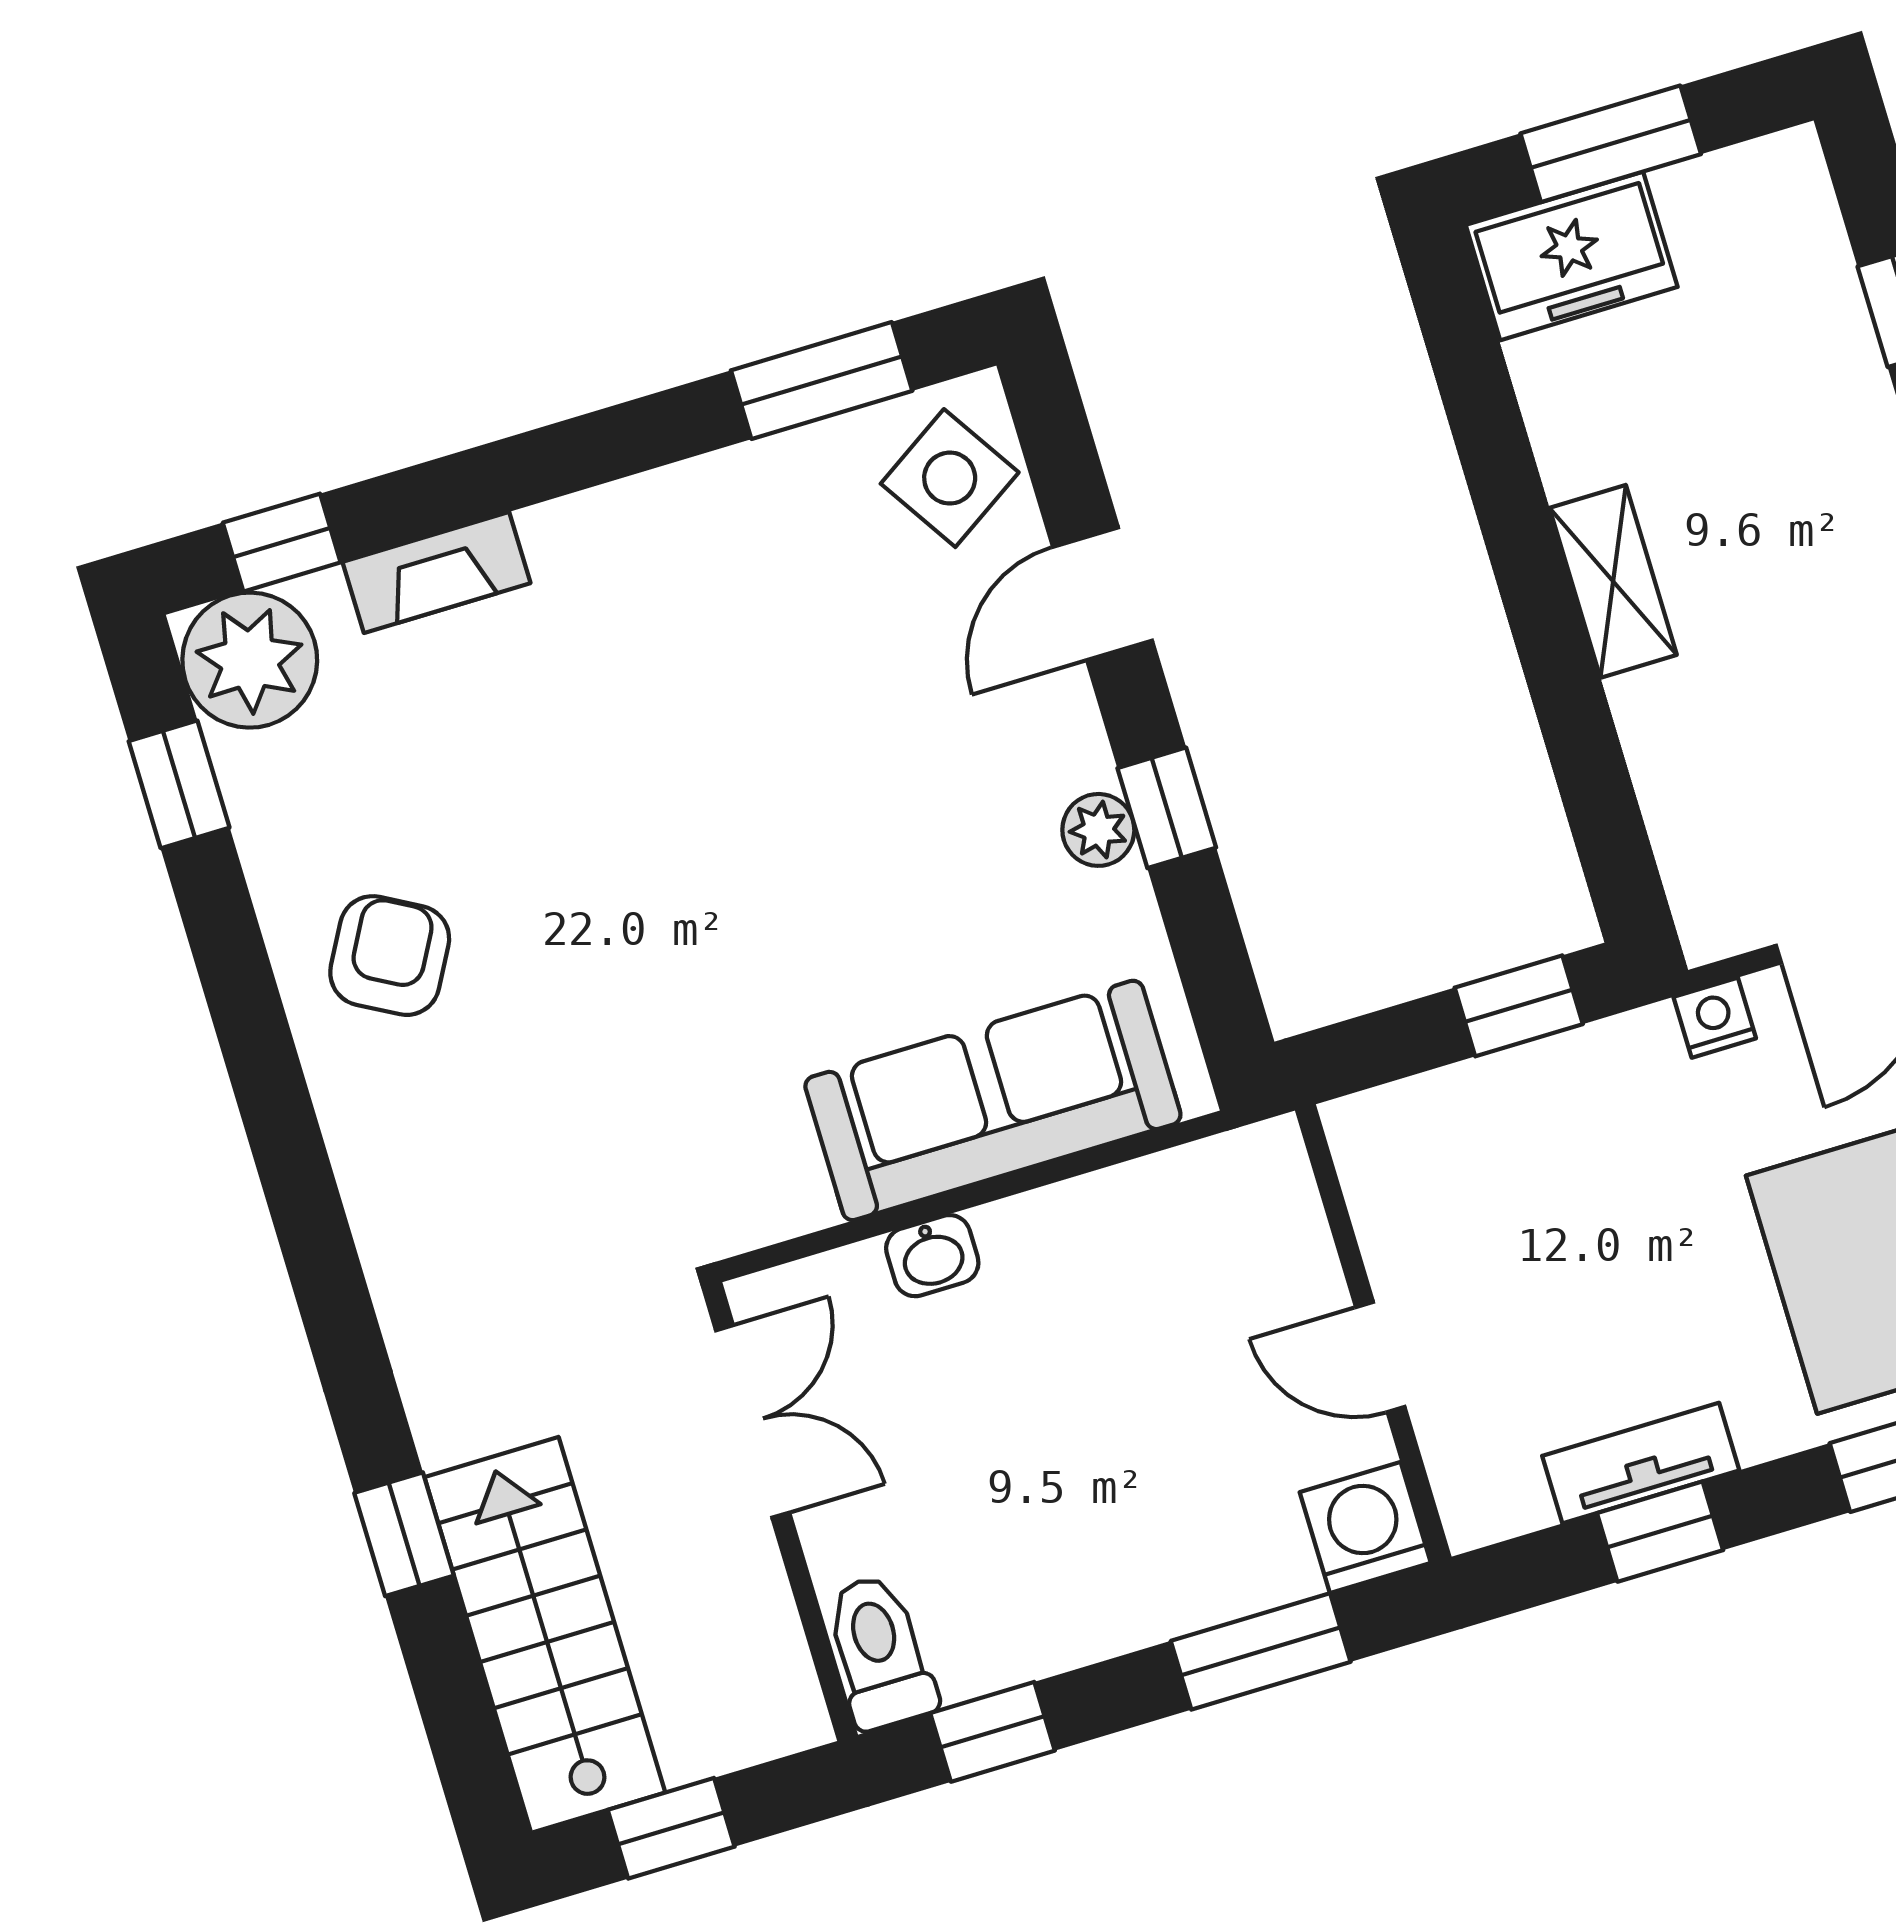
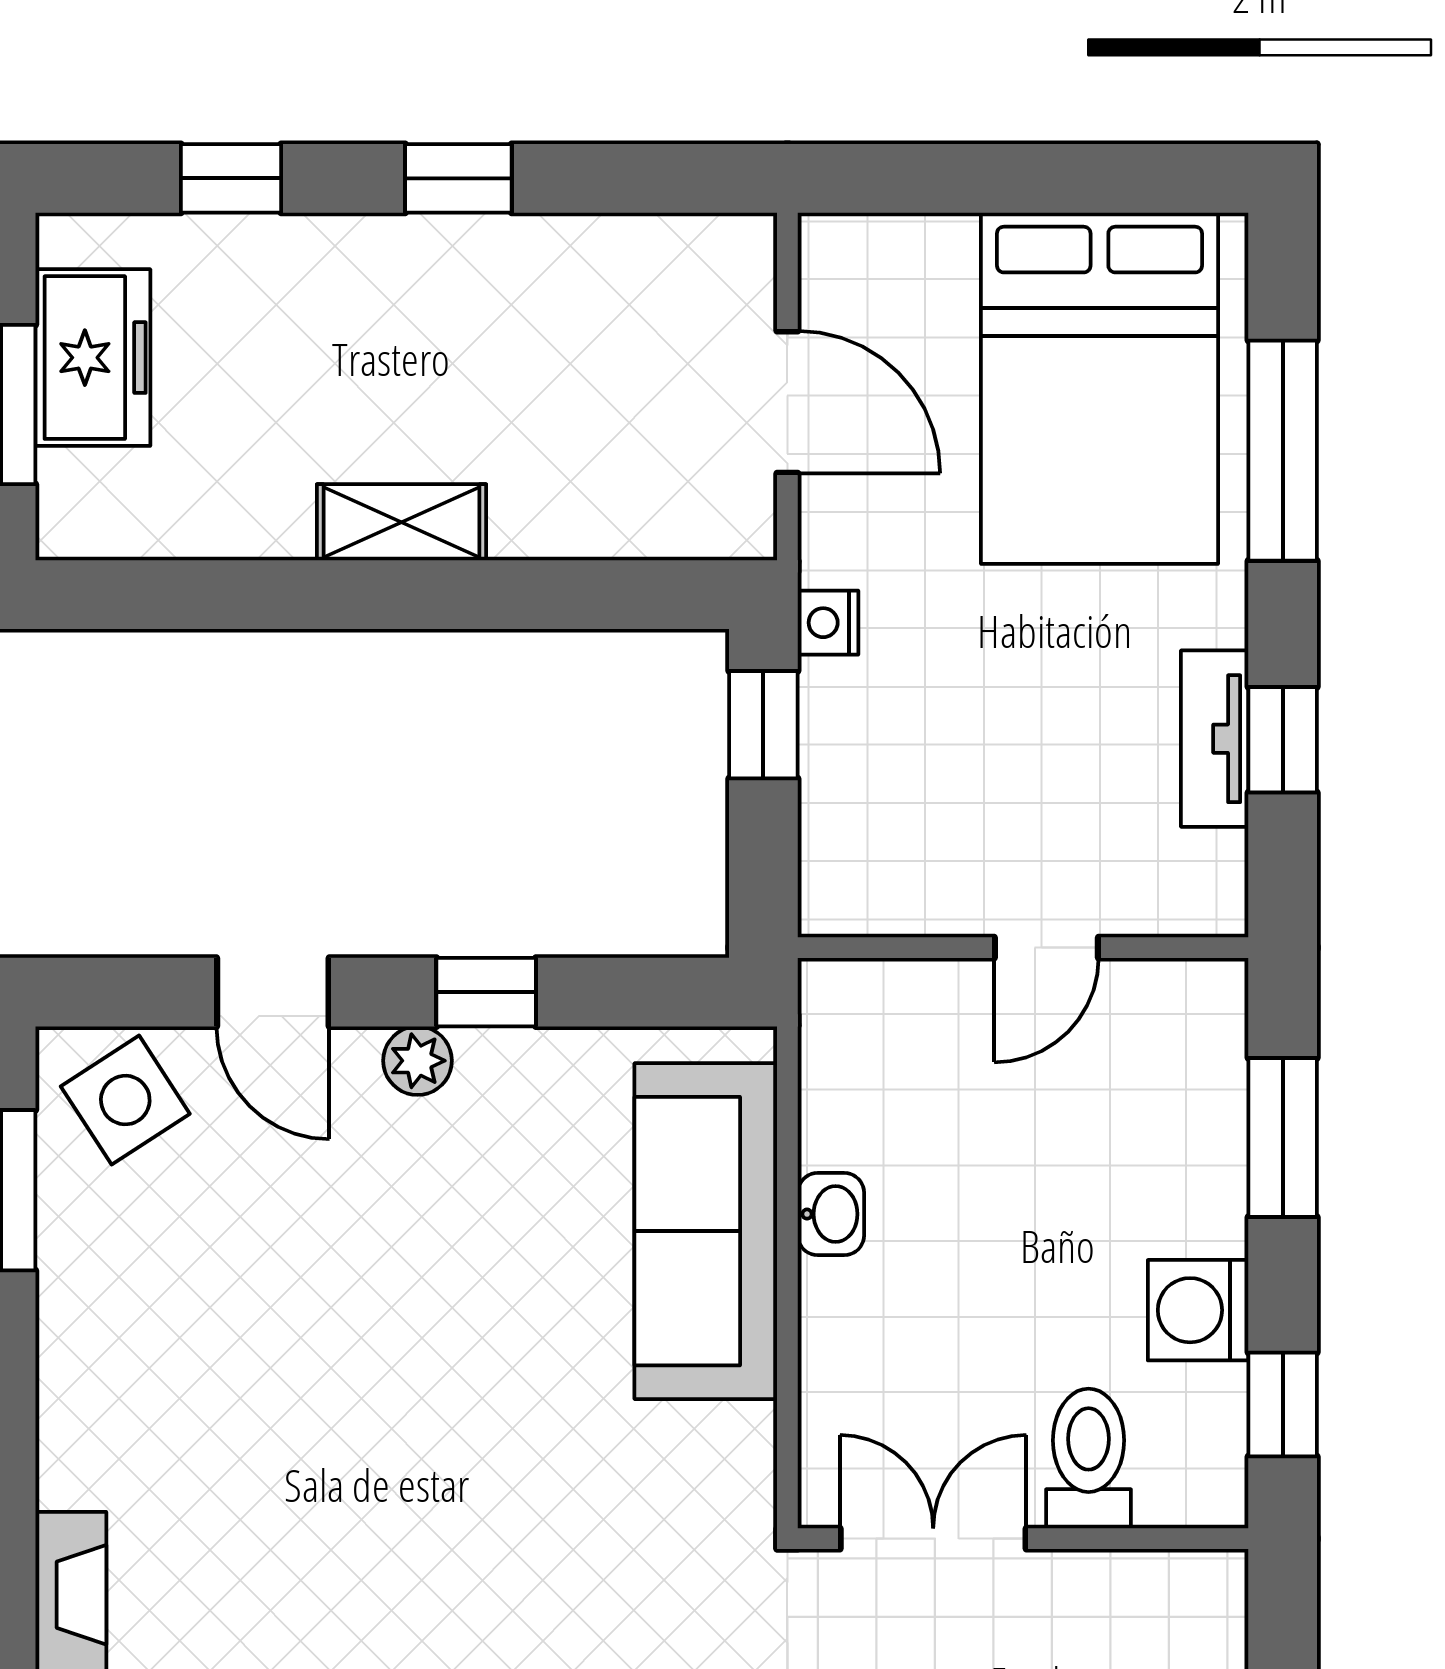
freezer: (1572, 256) -> (93, 358), moved
plant: (1098, 830) -> (418, 1061), moved
nightstand: (1715, 1018) -> (828, 623), moved
washbasin: (932, 1256) -> (831, 1214), moved
washing machine: (1365, 1528) -> (1198, 1310), moved
toilet: (879, 1652) -> (1089, 1458), moved, turned 90

